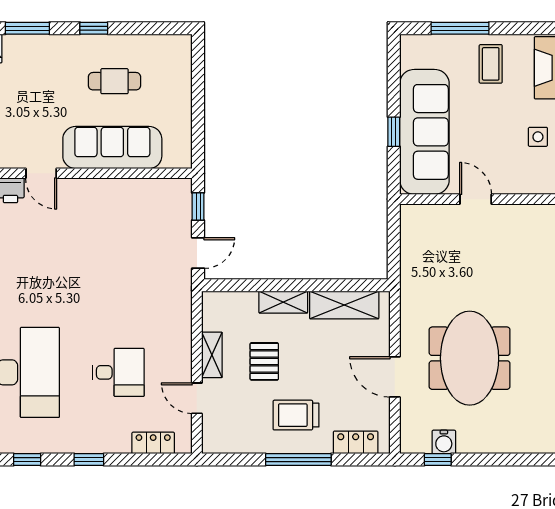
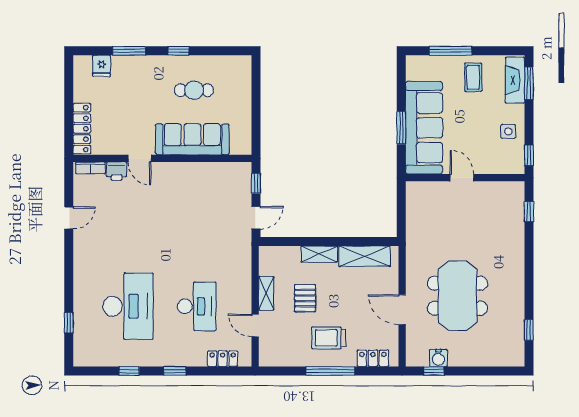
window: (394, 132) -> (401, 128), width x1.50
desk: (118, 372) -> (197, 306), width x1.37

